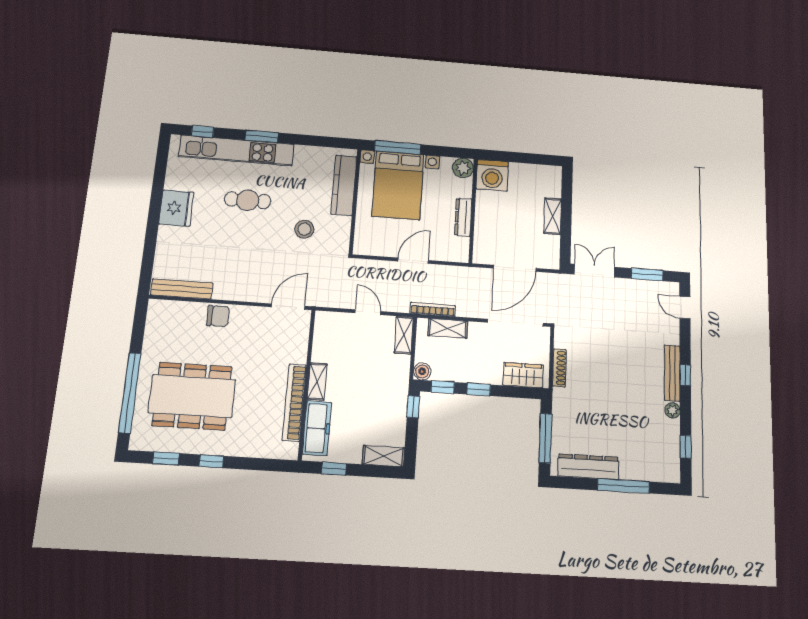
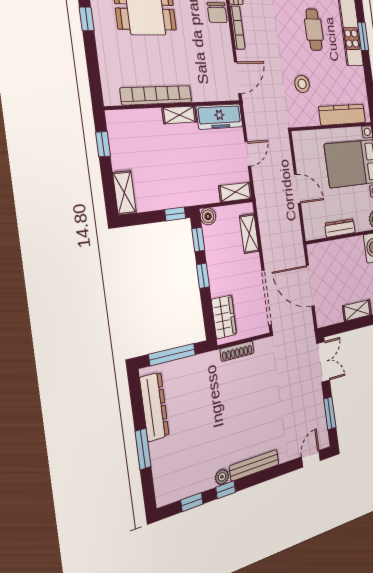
door: (288, 307) -> (238, 78), hinge flipped
bookcase: (433, 309) -> (237, 28), moved
window: (685, 375) -> (226, 490), moved
freezer: (317, 428) -> (220, 117), moved
window: (623, 486) -> (143, 449), width x0.69

